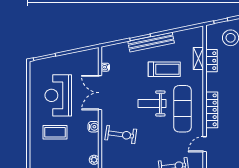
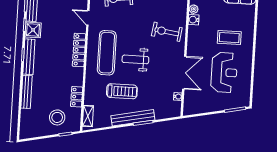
shelving: (198, 59) -> (88, 116), moved
treadmill: (164, 69) -> (122, 91), turned 180
weight bench: (152, 103) -> (135, 59), turned 180
water cooler: (94, 127) -> (194, 20), moved
door: (205, 144) -> (88, 18), swing flipped

